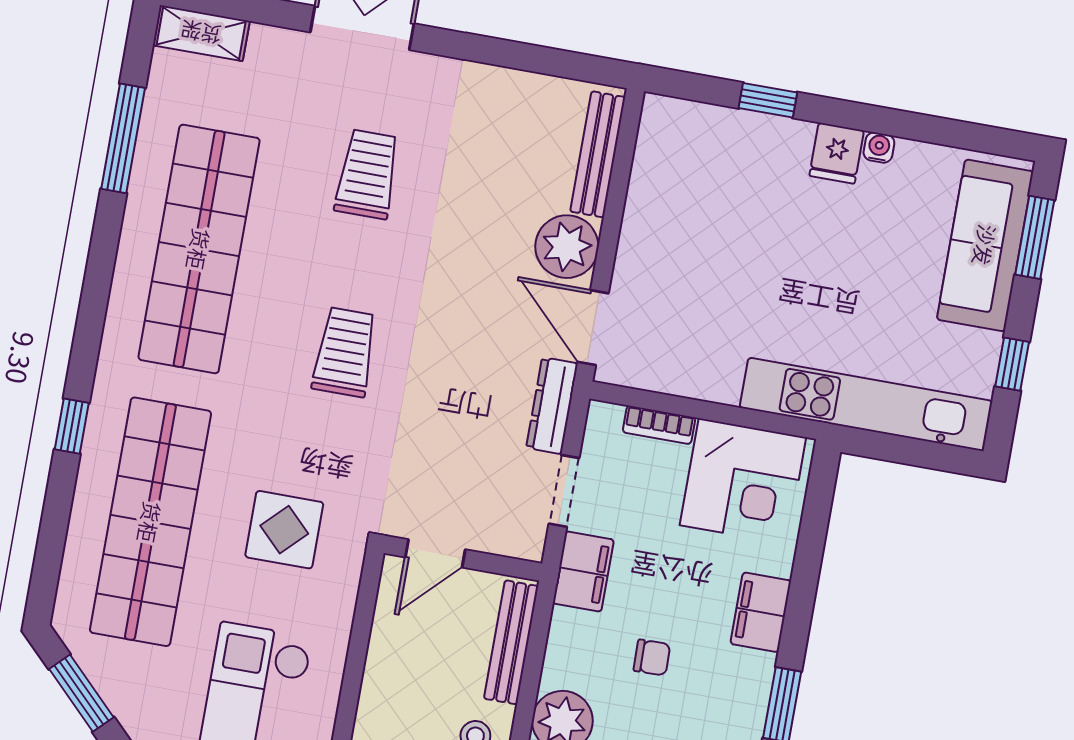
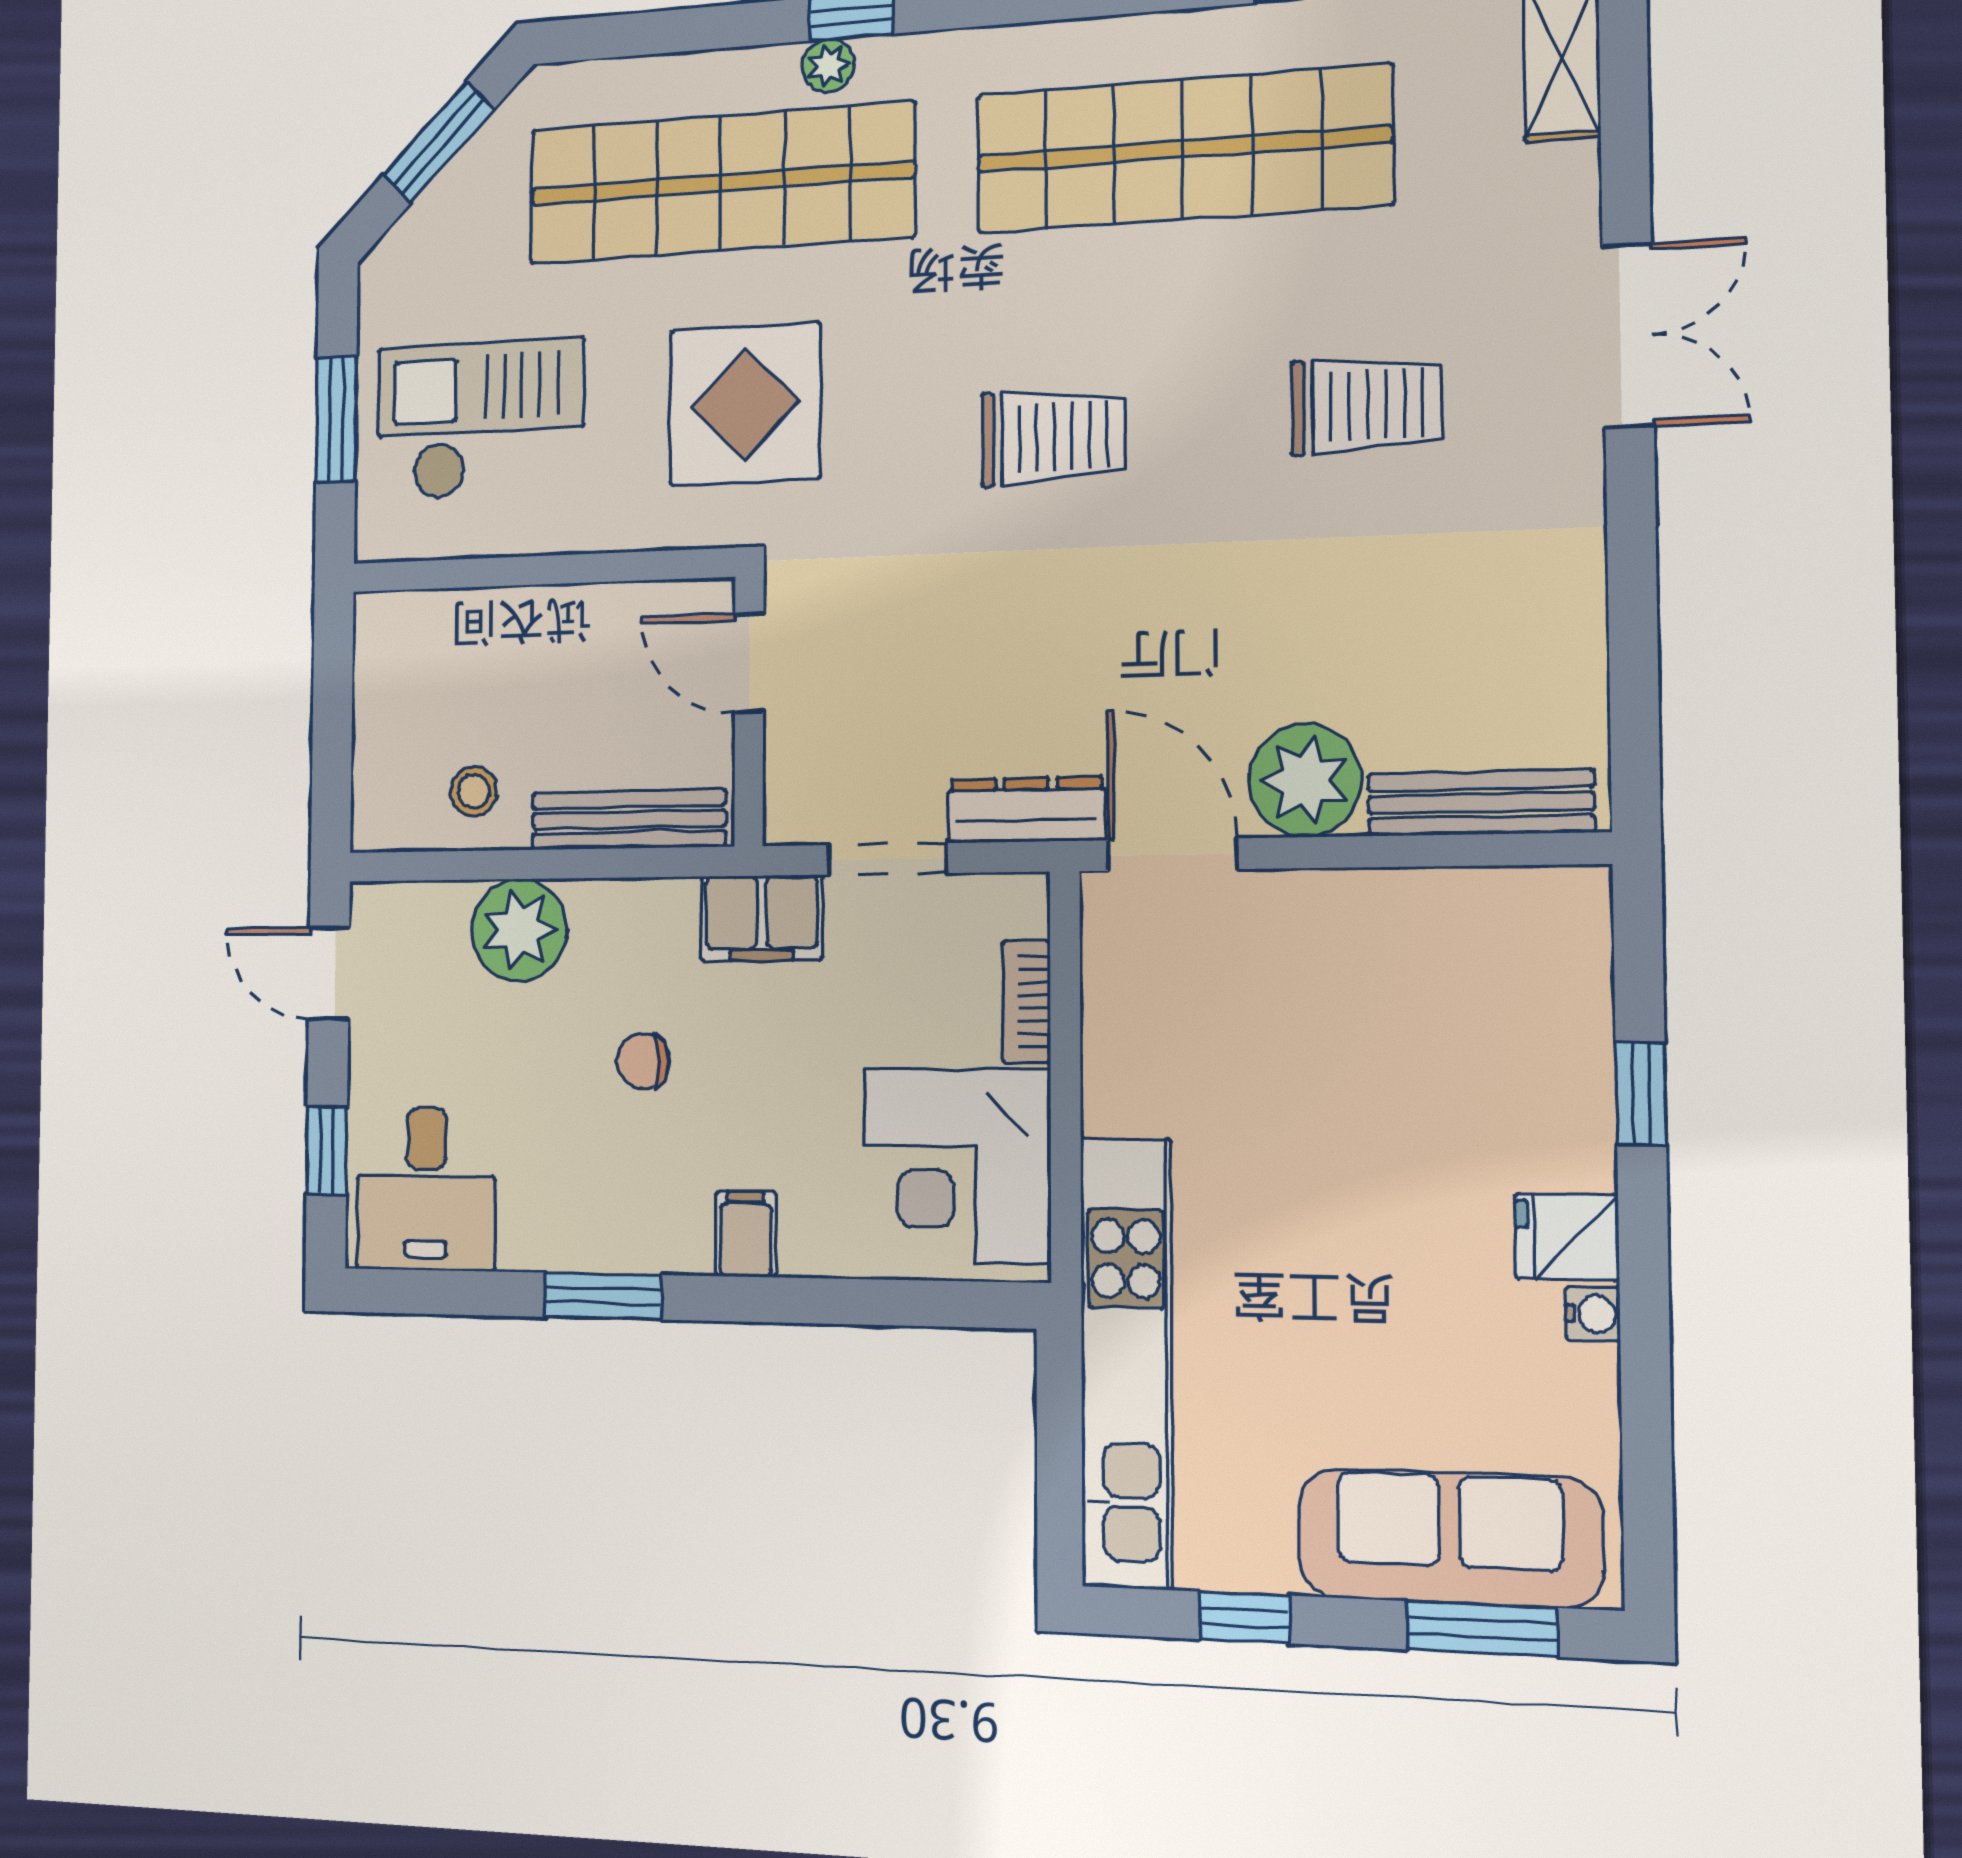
door: (593, 328) -> (1172, 855), hinge flipped
plant: (98, 445) -> (828, 66), added
display table: (284, 530) -> (745, 404), width x1.36, depth x1.36
filing cabinet: (761, 612) -> (746, 1234), width x0.50
chair: (652, 657) -> (643, 1061), turned 91

